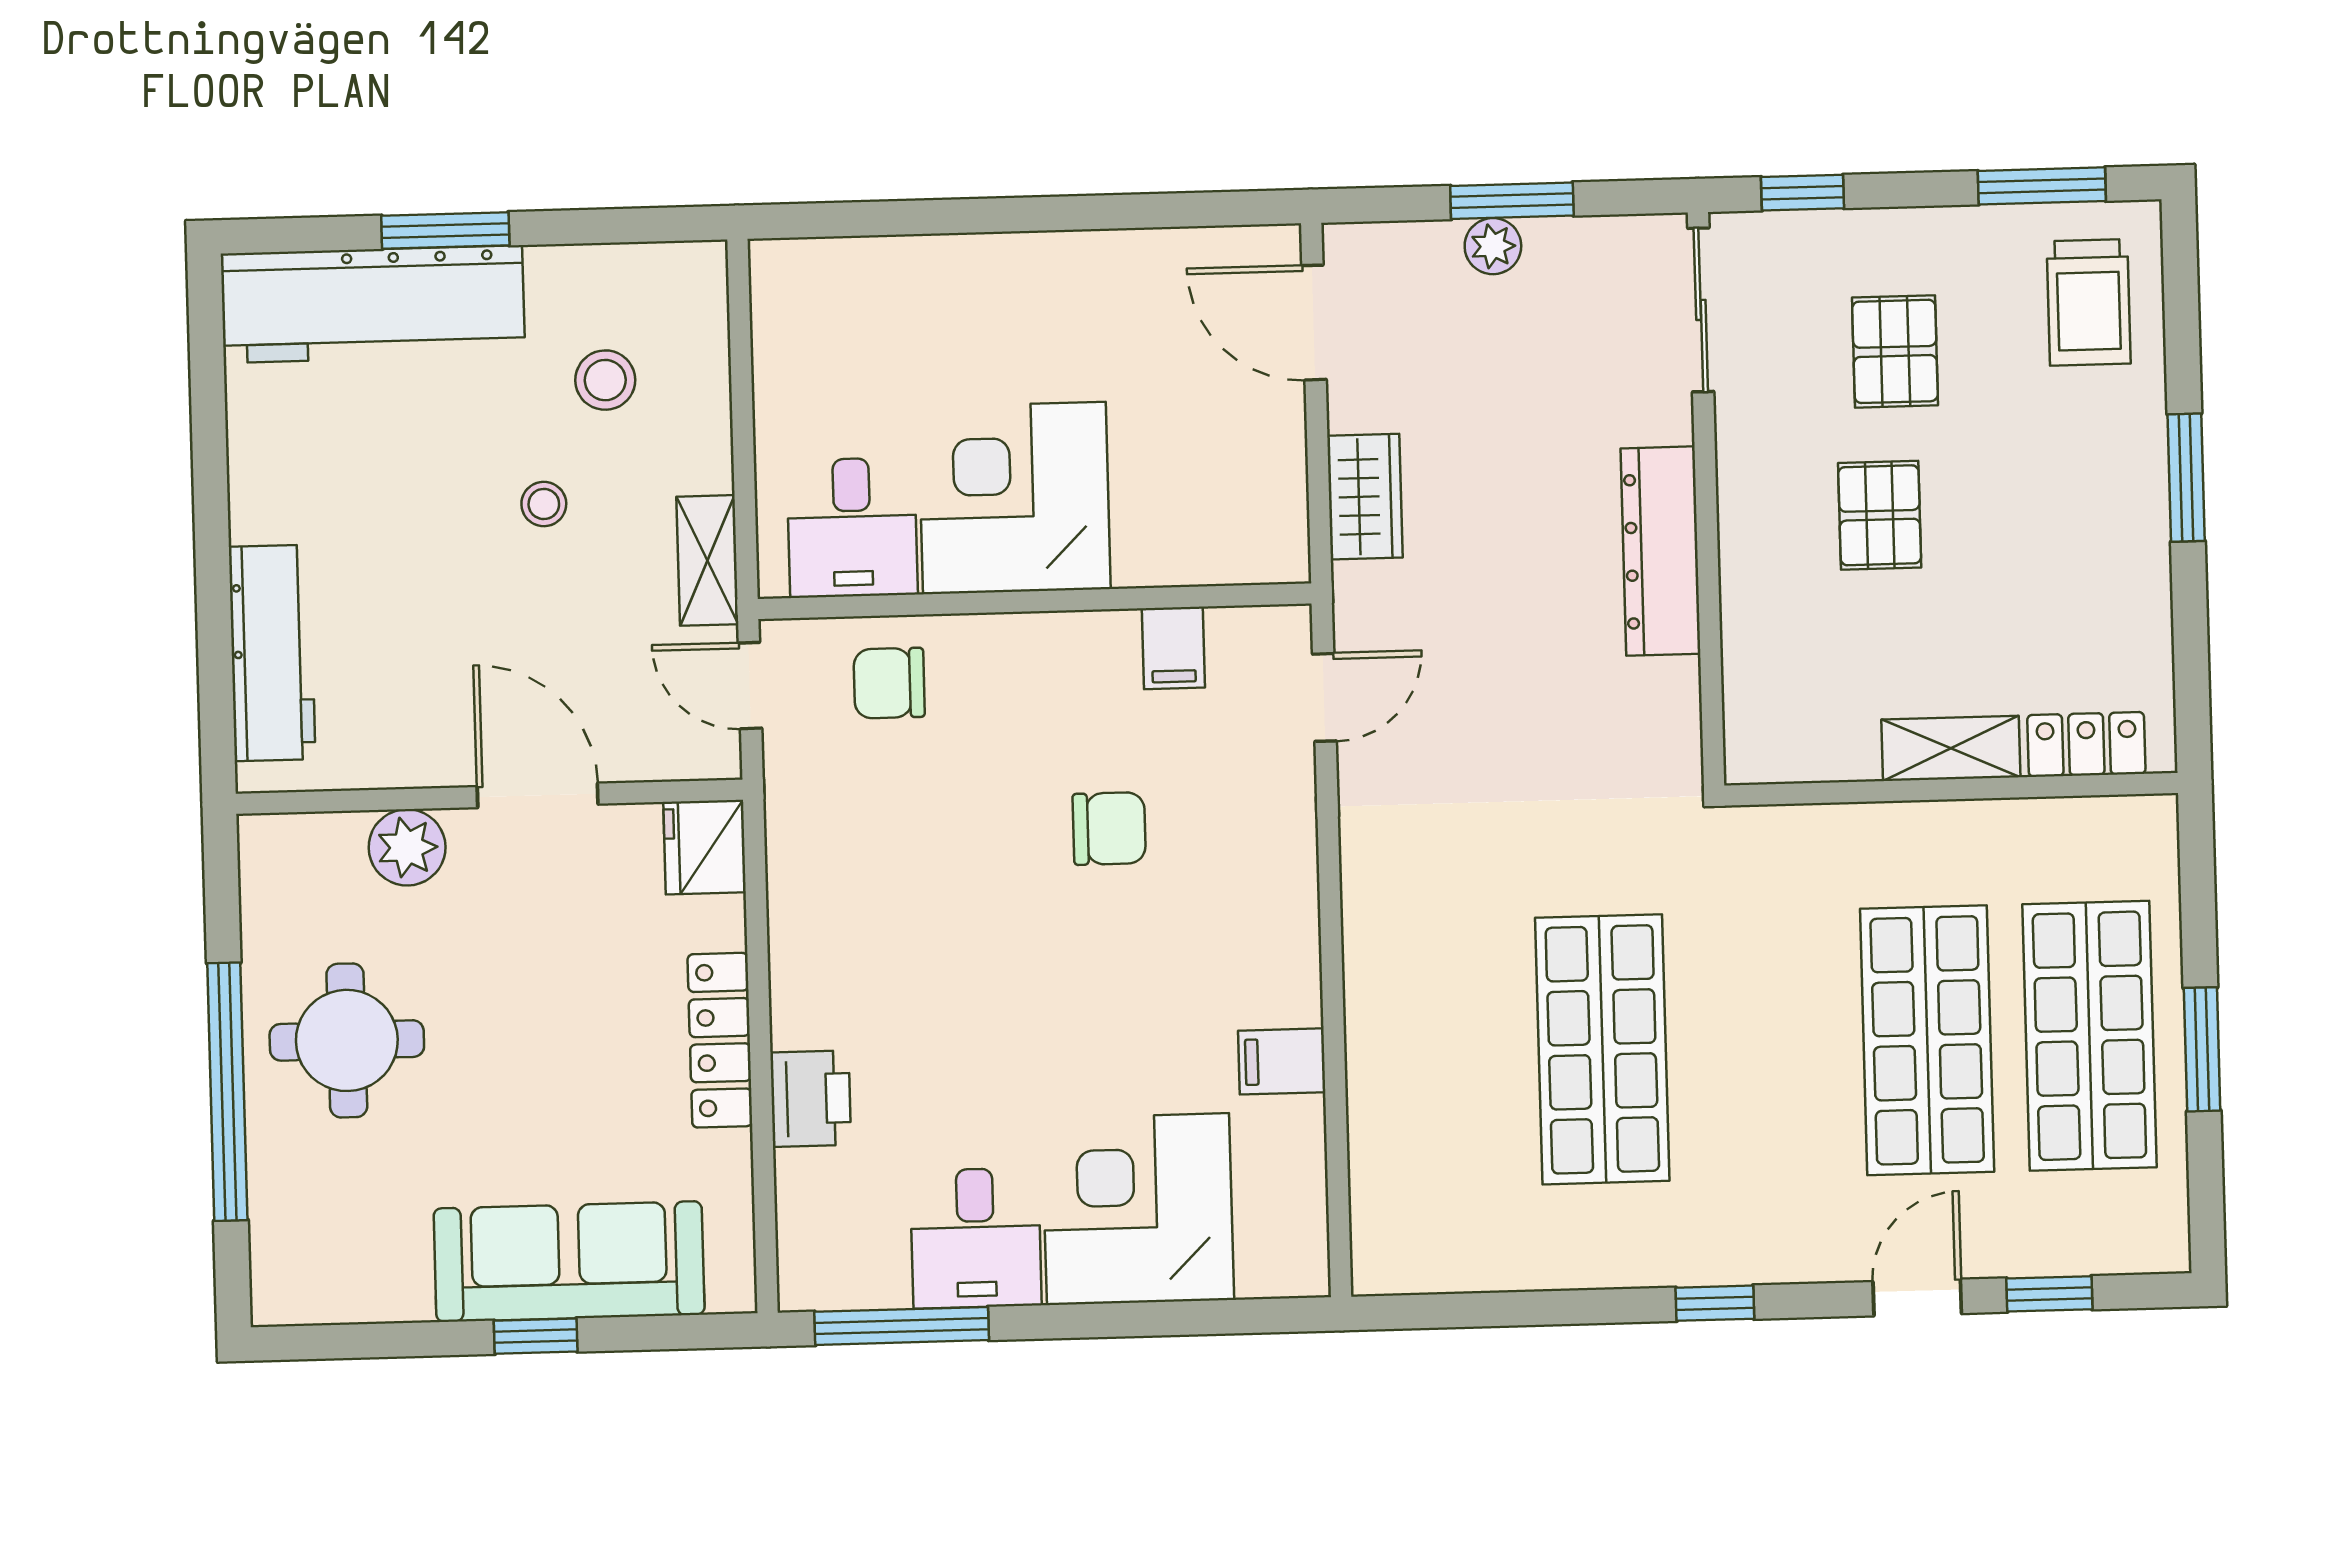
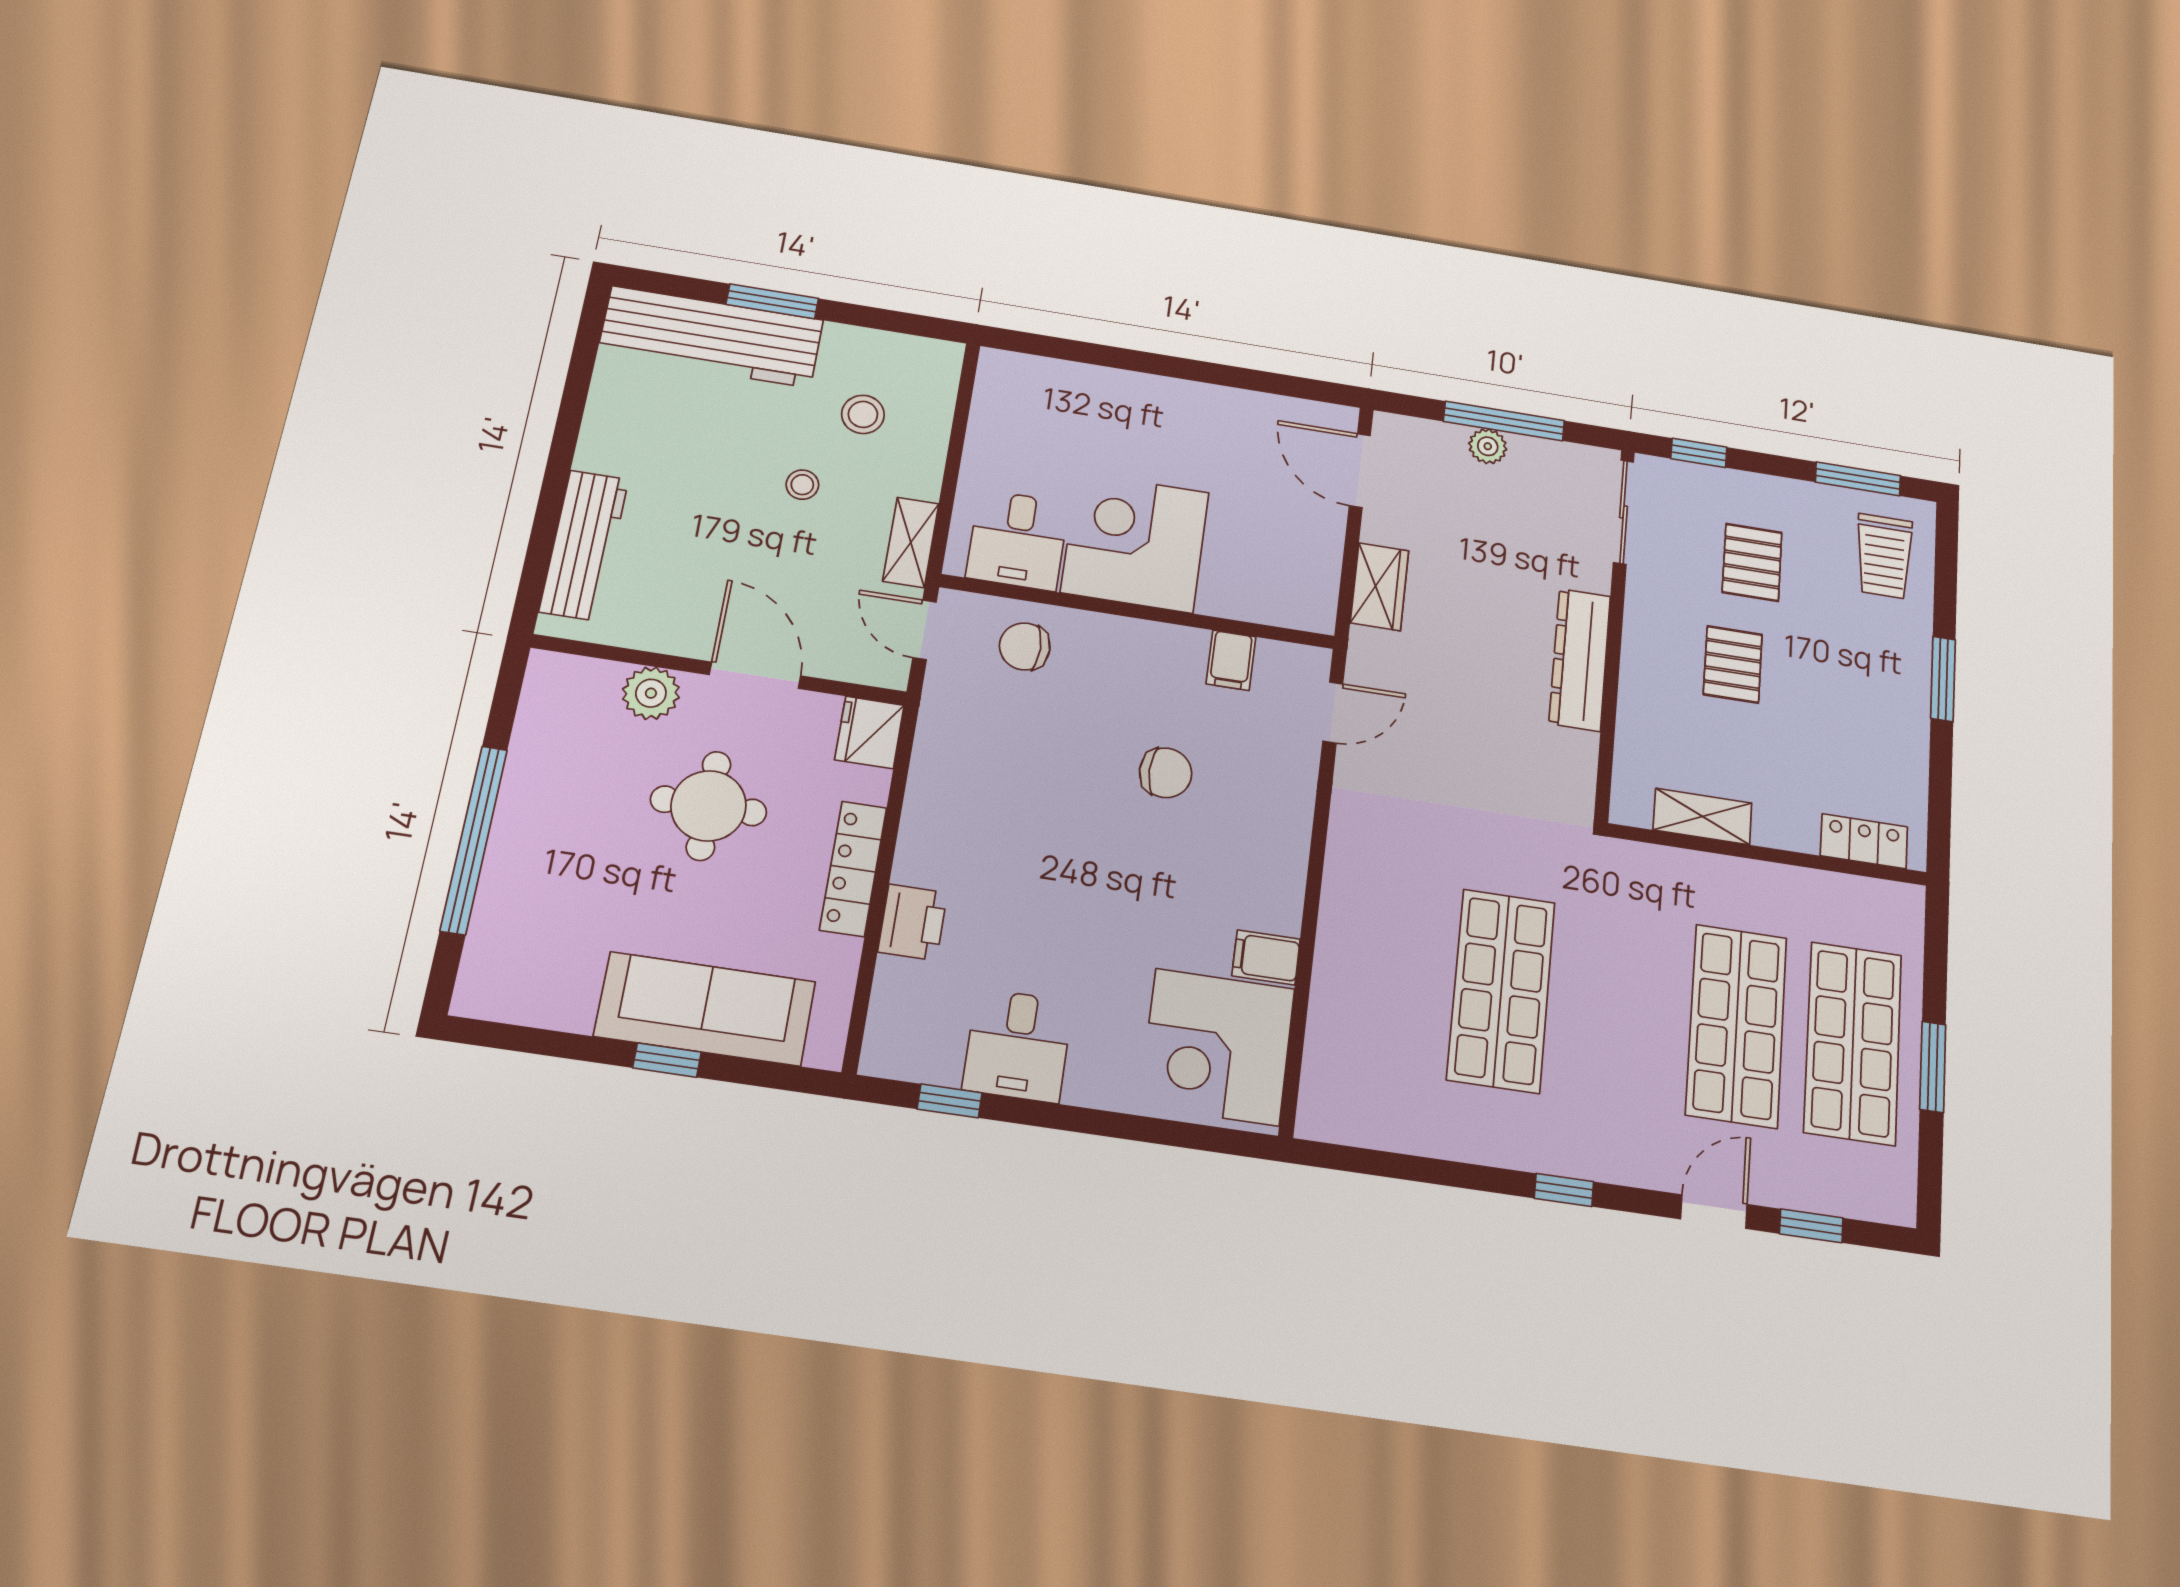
window: (1512, 201) -> (1504, 421), width x1.44
shelving: (1951, 748) -> (1703, 816), moved
round table: (347, 1040) -> (708, 806), moved
corner desk: (1138, 1209) -> (1217, 1047), moved, turned -90
window: (902, 1326) -> (950, 1101), width x0.46

